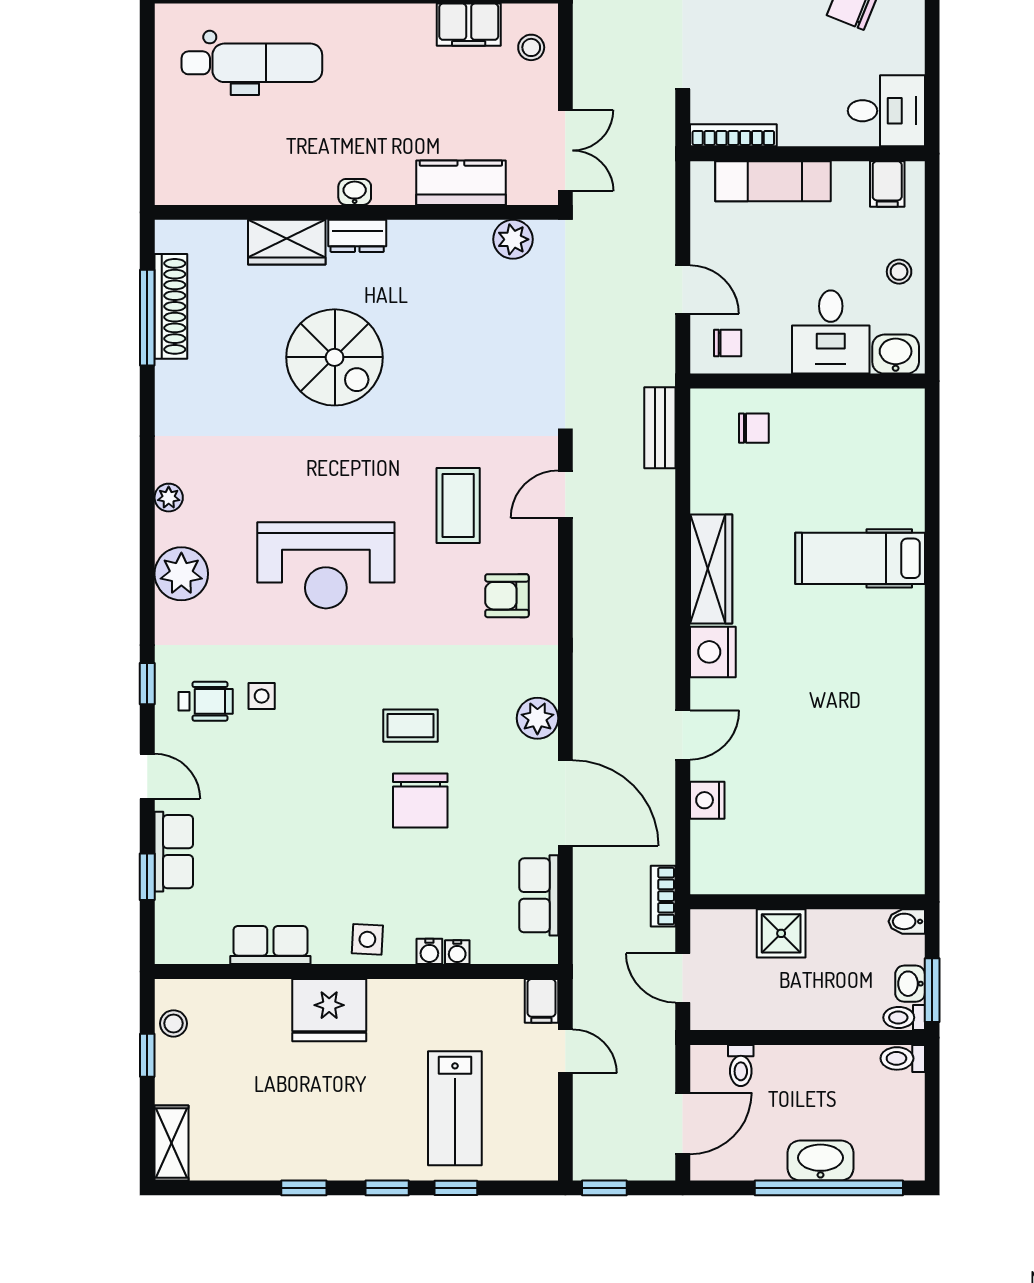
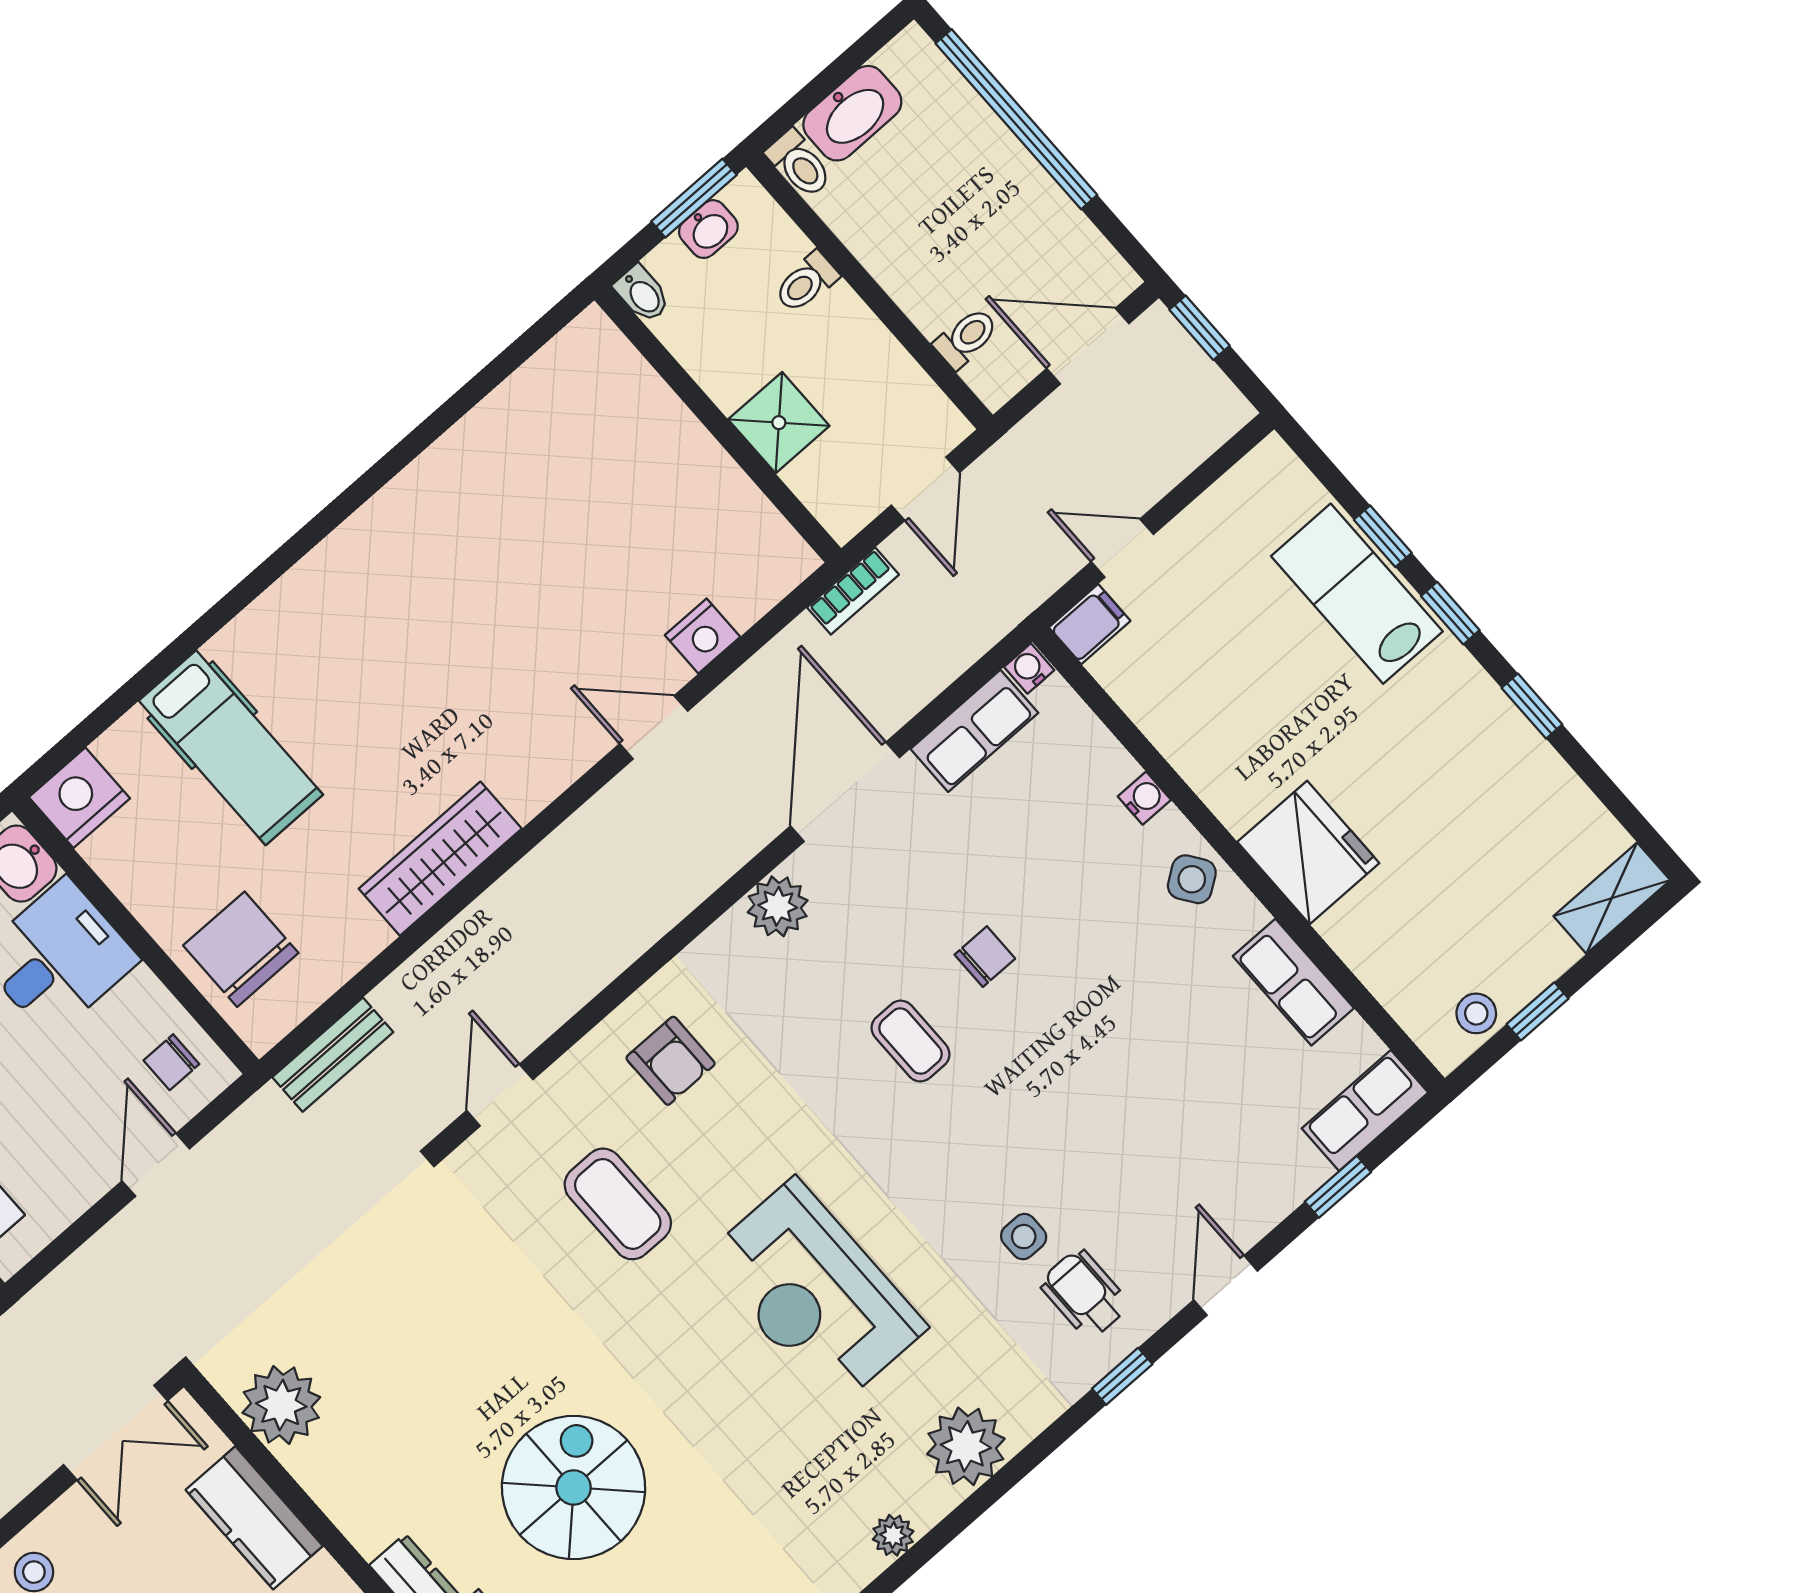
double door: (565, 150) -> (115, 1433), swing flipped
plant: (513, 239) -> (281, 1405), width x1.36, depth x1.36
chair: (728, 343) -> (171, 1062), turned -90
chair: (754, 428) -> (241, 949), width x1.87, depth x1.87
door: (565, 494) -> (500, 1095), swing flipped
coffee table: (458, 506) -> (618, 1204), turned 90
hospital bed: (860, 558) -> (231, 748), moved
reception desk: (326, 565) -> (814, 1293), turned 180
nightstand: (713, 652) -> (79, 798), moved, turned 180
chair: (420, 801) -> (985, 957), width x0.54, depth x0.54
row of seats: (174, 852) -> (1365, 1111), moved
side table: (367, 939) -> (1192, 879), turned -38
water cooler: (457, 952) -> (1029, 668), moved, turned -90
toilet: (904, 1017) -> (806, 282), moved, turned 90
door: (565, 1051) -> (1122, 548), hinge flipped
lab bench: (455, 1108) -> (1357, 594), moved, turned -90
washbasin: (821, 1161) -> (852, 113), moved, turned -90
window: (604, 1188) -> (1199, 328), moved

